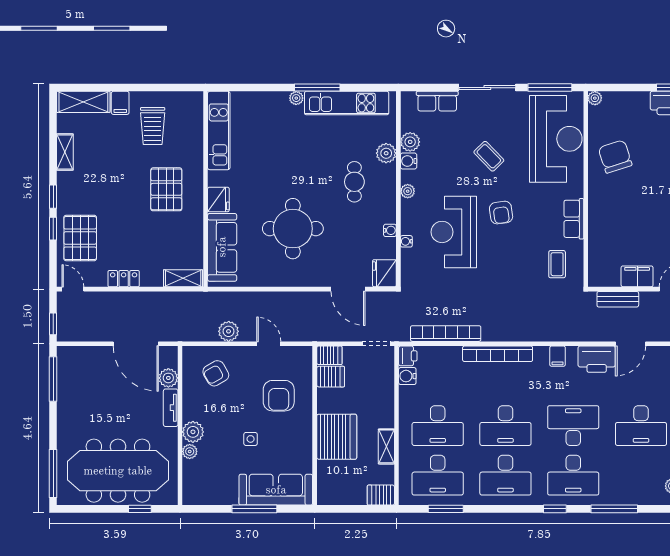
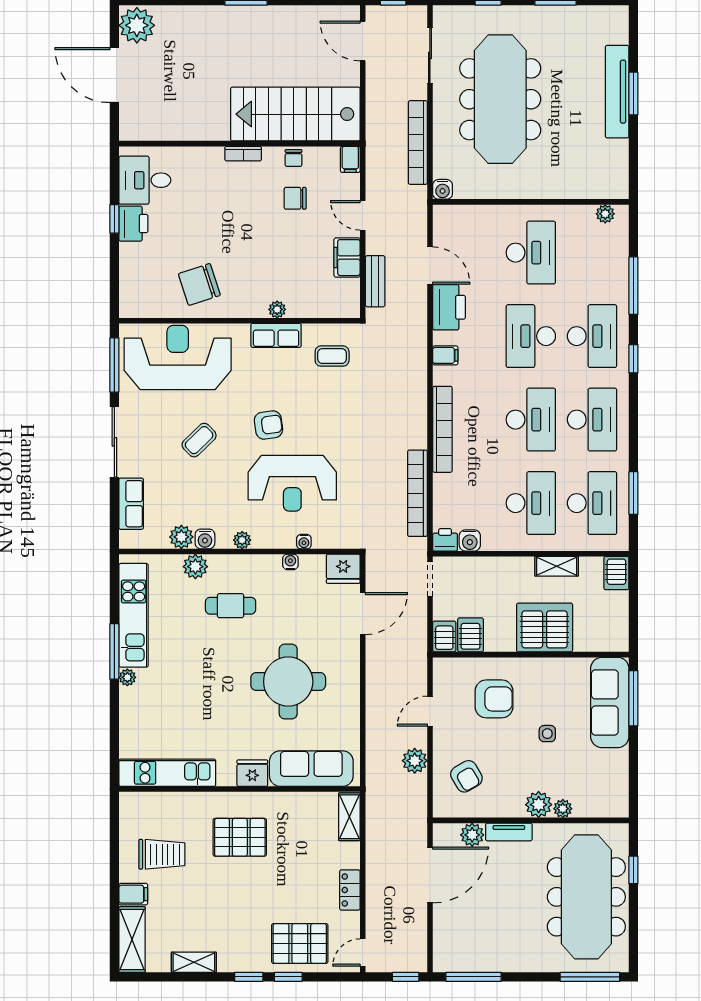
plant: (595, 98) -> (277, 309), moved
window: (254, 509) -> (633, 698), moved

